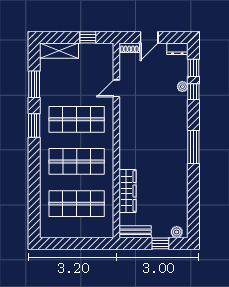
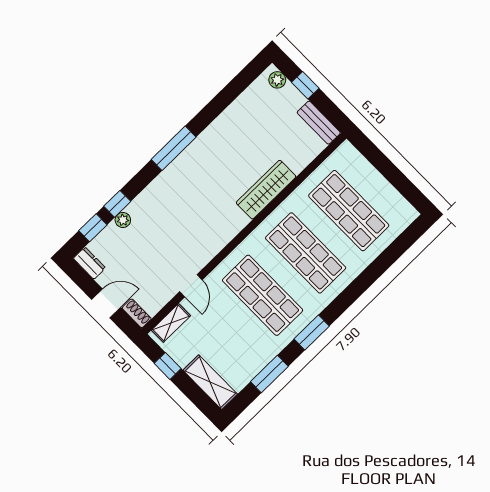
shelving: (108, 60) -> (171, 323), added
door: (116, 88) -> (191, 286), hinge flipped
wardrobe: (128, 191) -> (266, 190), moved

